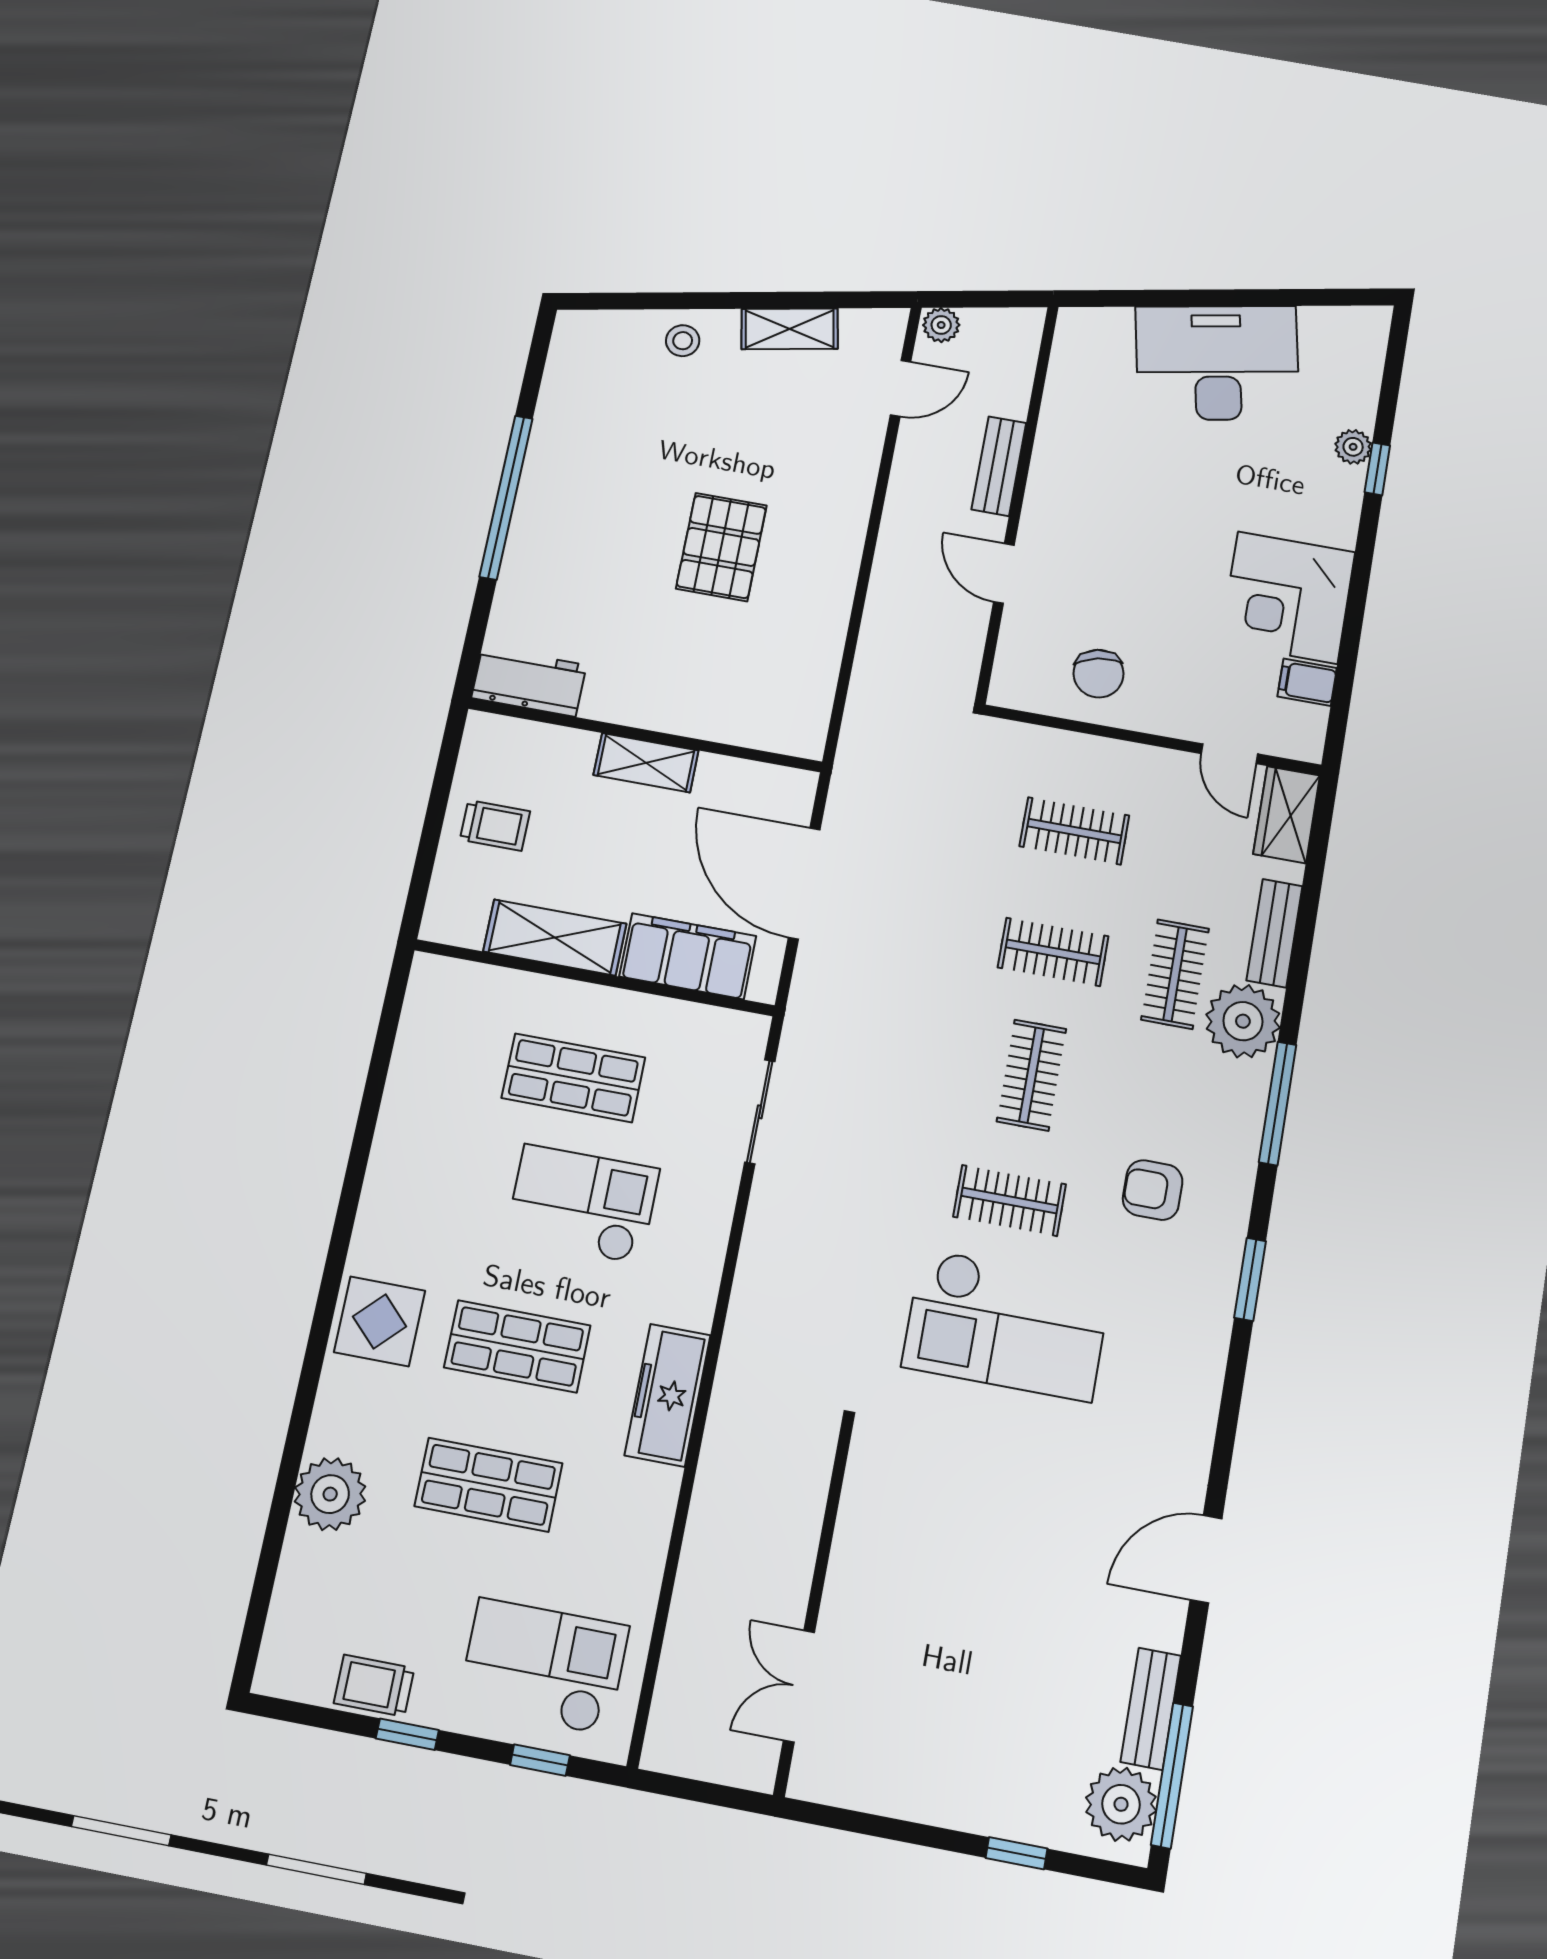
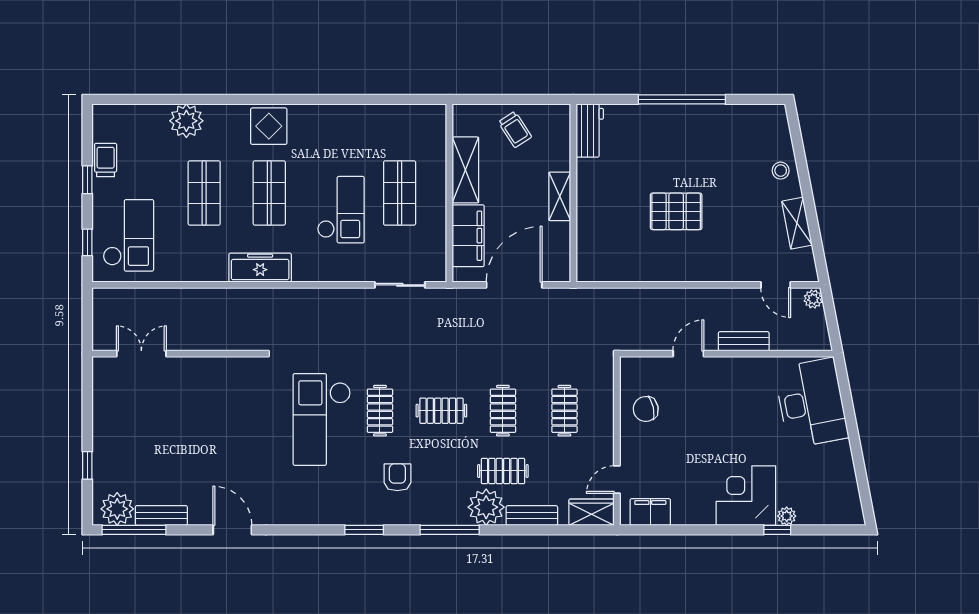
desk: (1217, 363) -> (811, 403), moved
corner desk: (1287, 598) -> (746, 496), moved
filing cabinet: (1307, 682) -> (650, 512), width x2.00
trolley: (495, 825) -> (515, 129), turned -33

